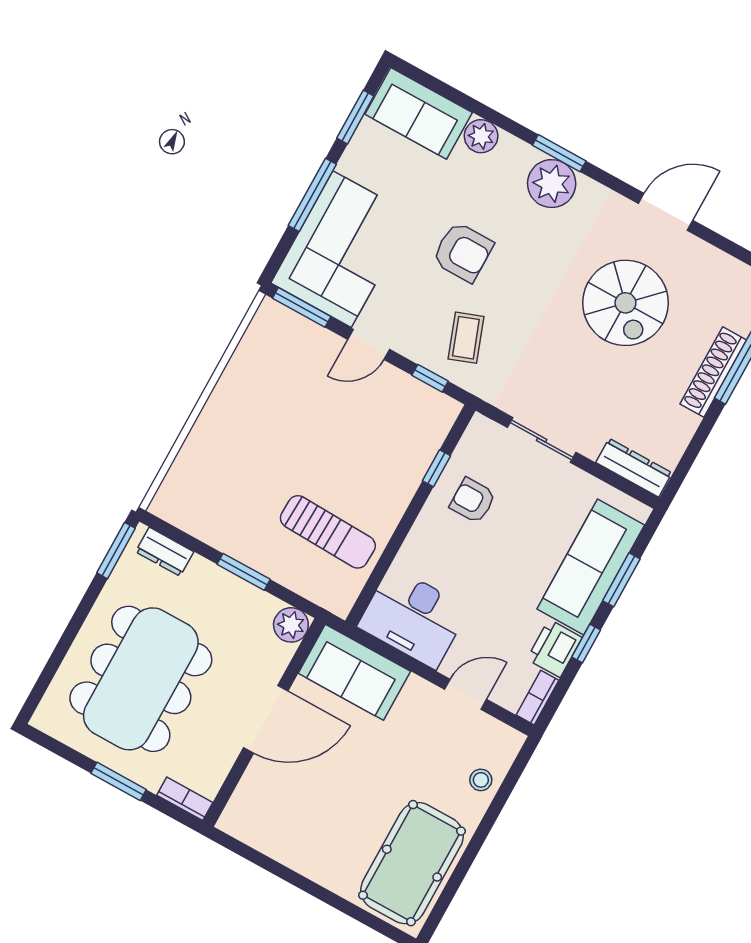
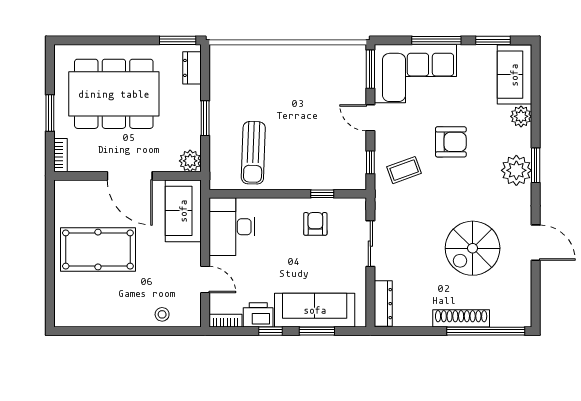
armchair: (463, 252) -> (451, 142), turned -90
pool table: (412, 863) -> (98, 250), moved

